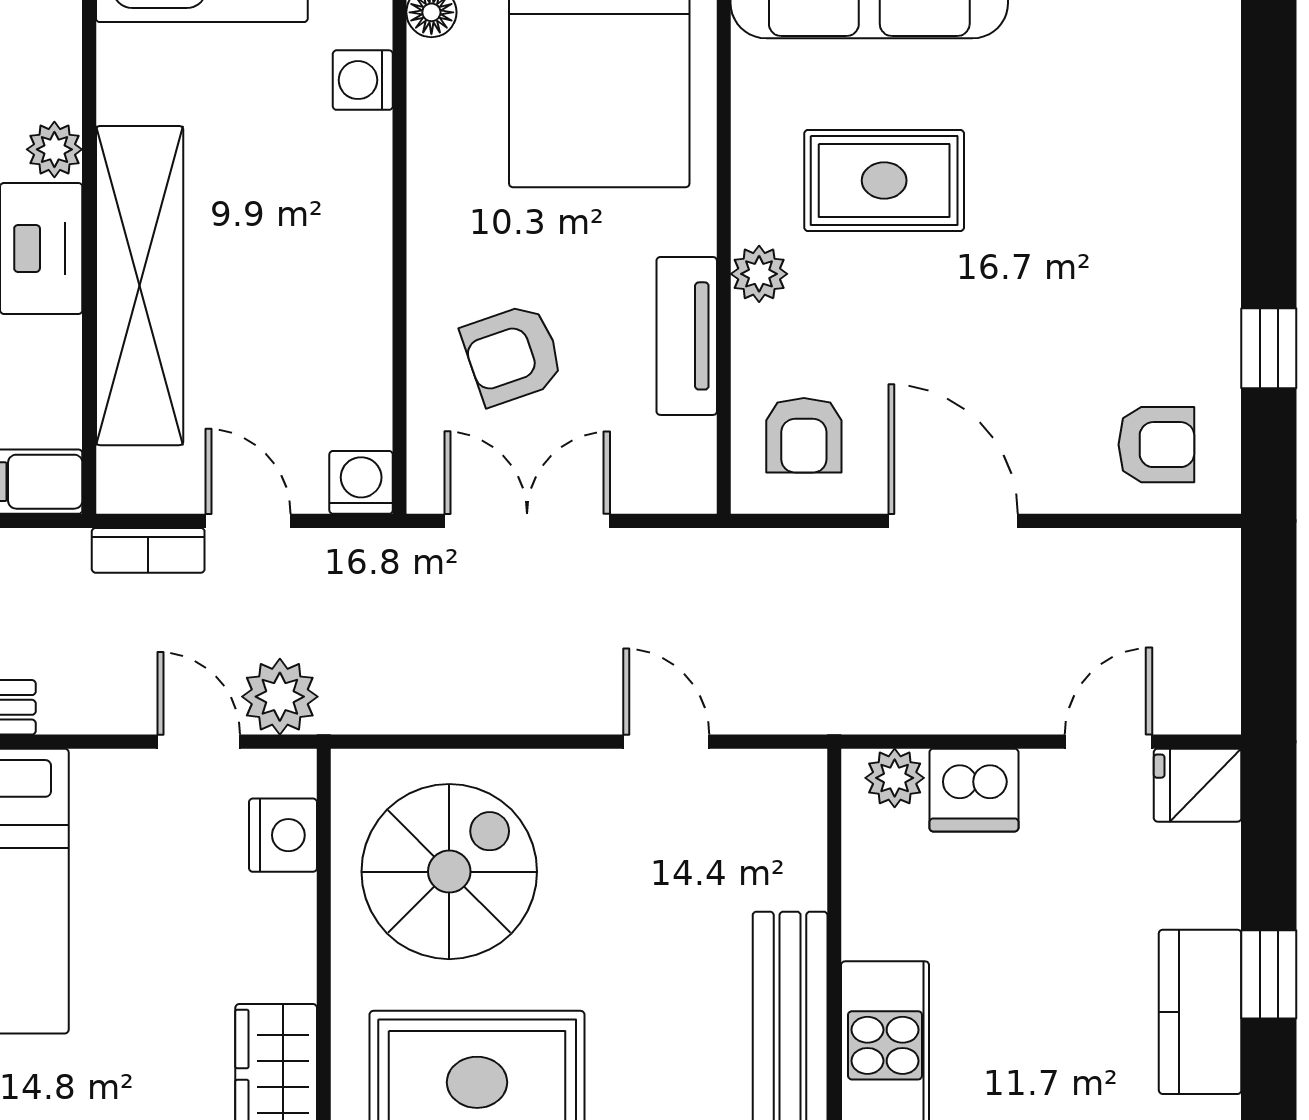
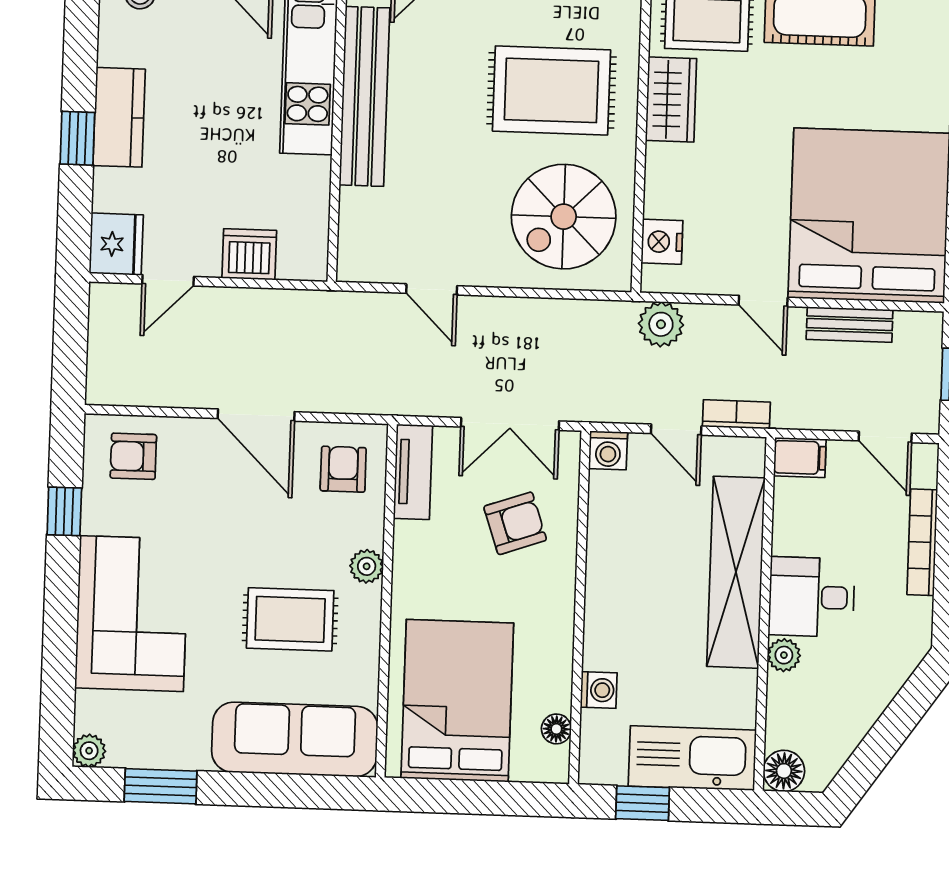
corner sofa: (1150, 181) -> (132, 614), added
tv unit: (687, 336) -> (413, 472), moved
door: (199, 742) -> (763, 301), moved
plant: (895, 778) -> (296, 263), removed
fridge: (1198, 785) -> (116, 244), width x1.38

